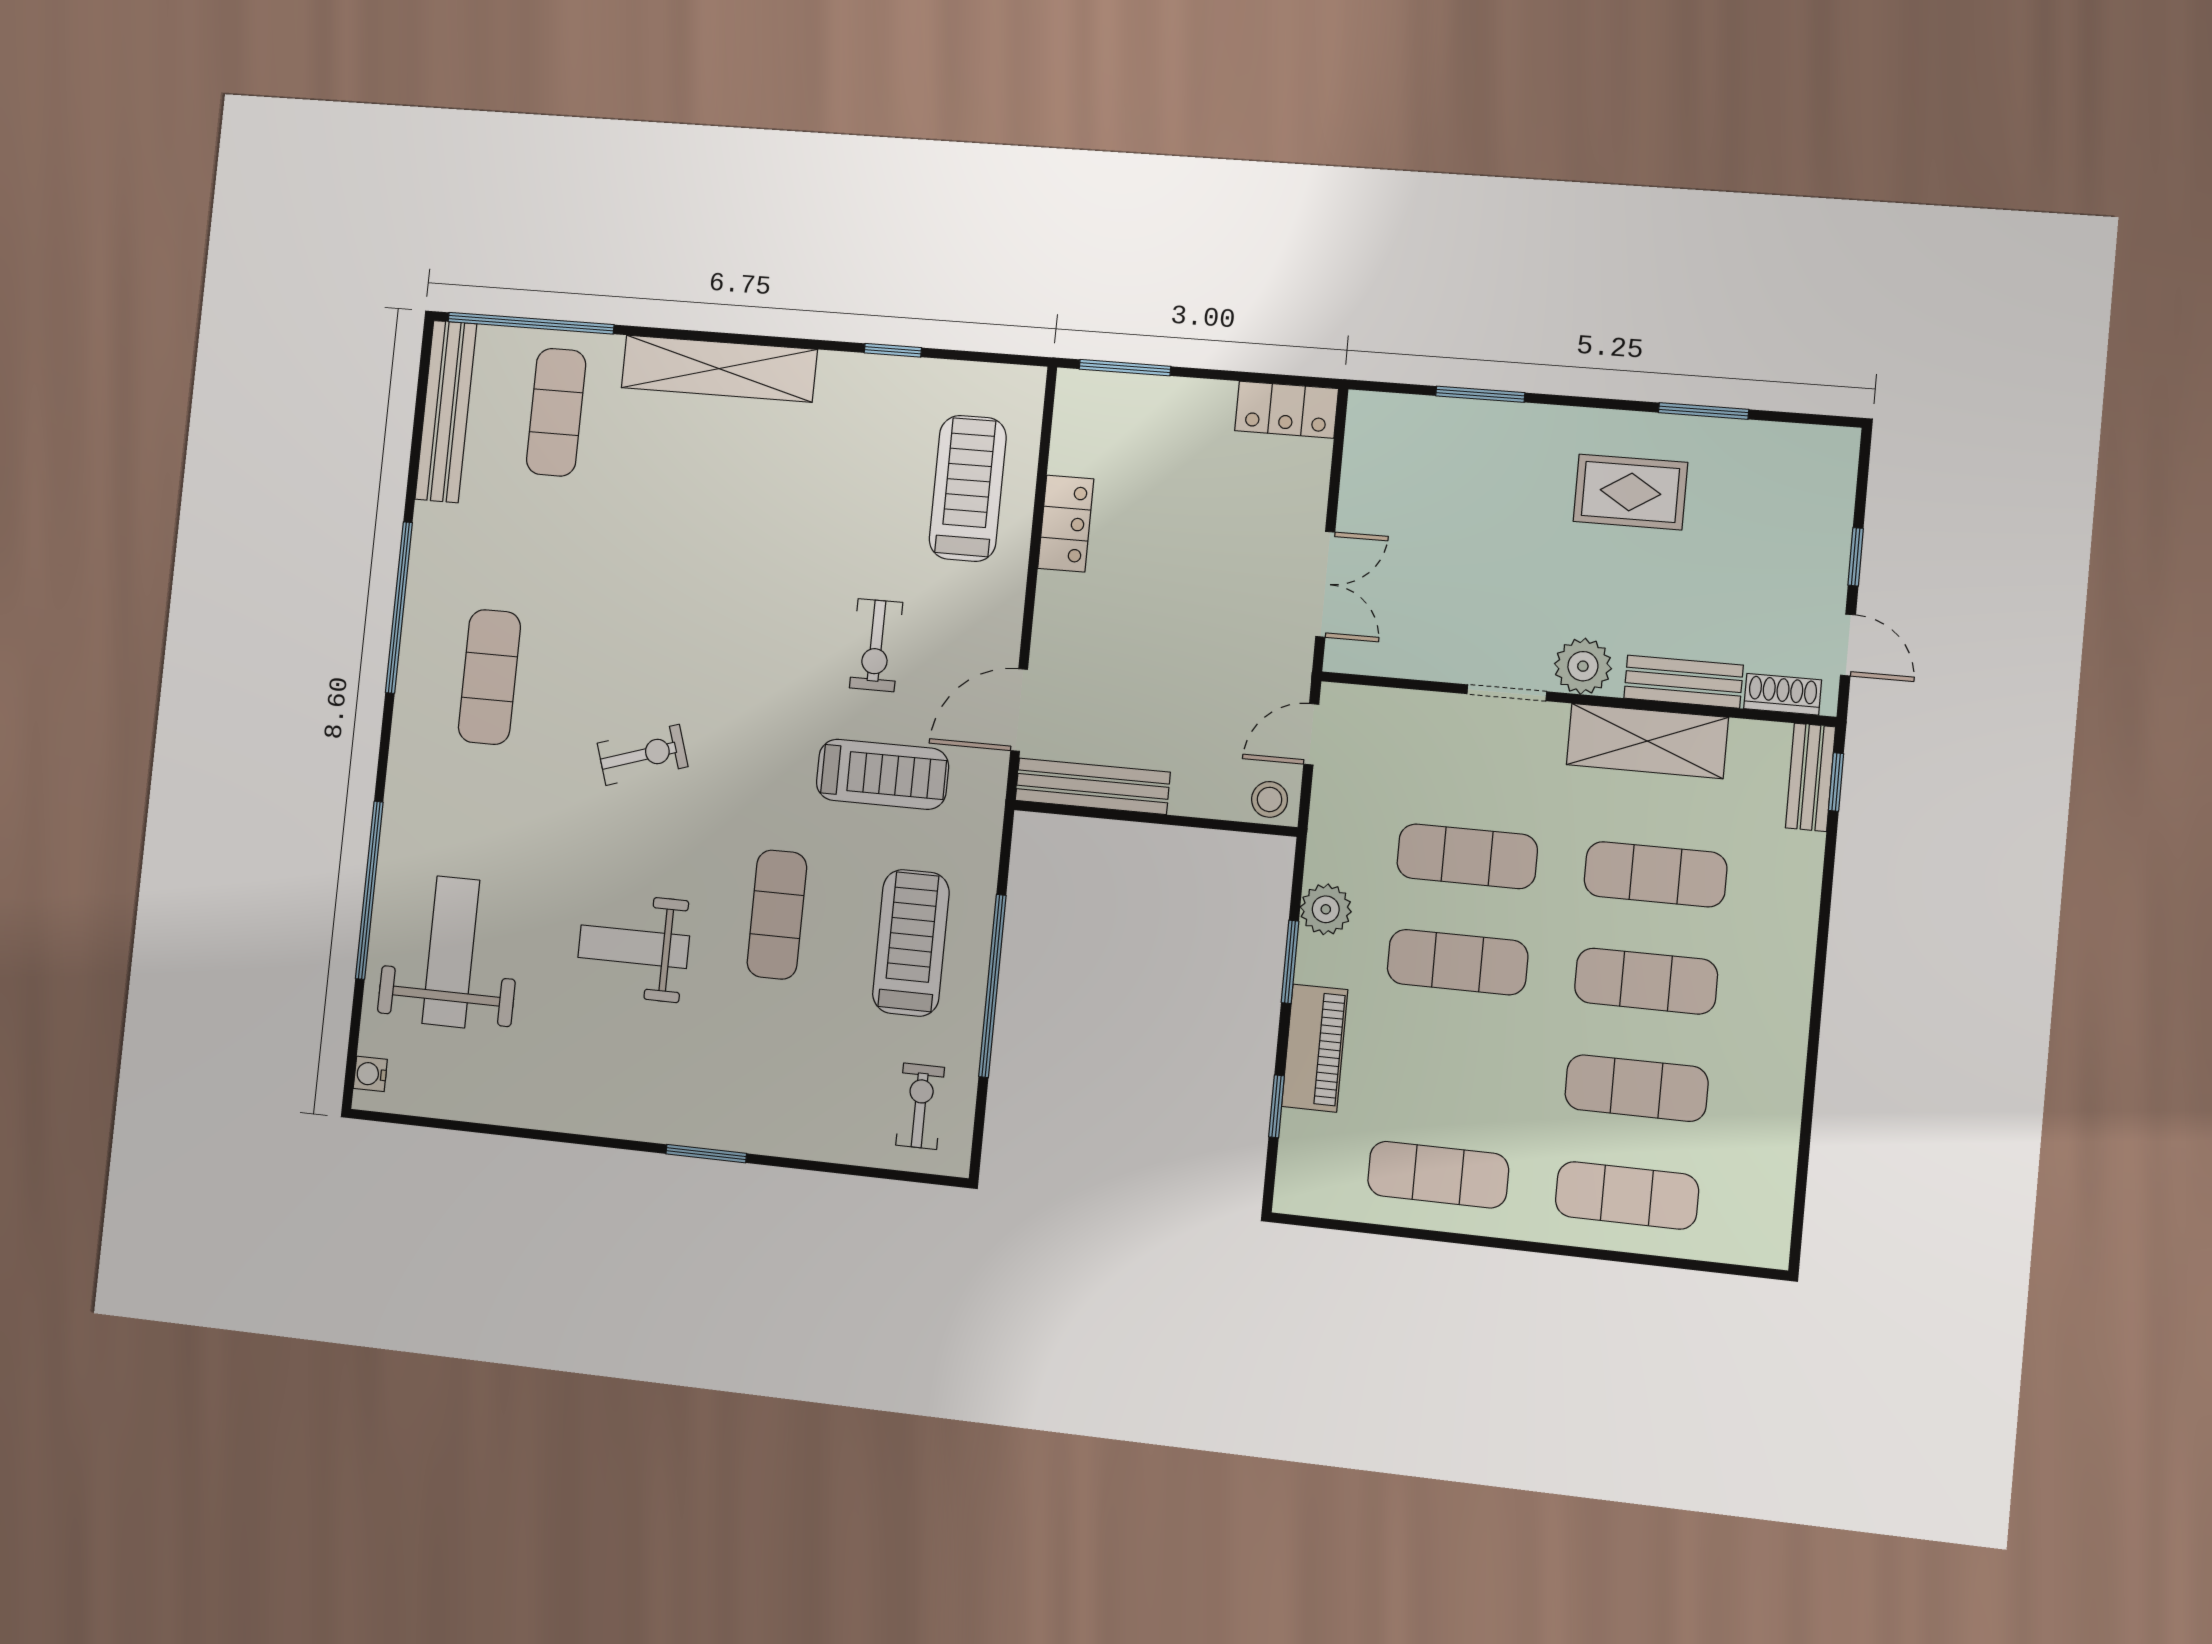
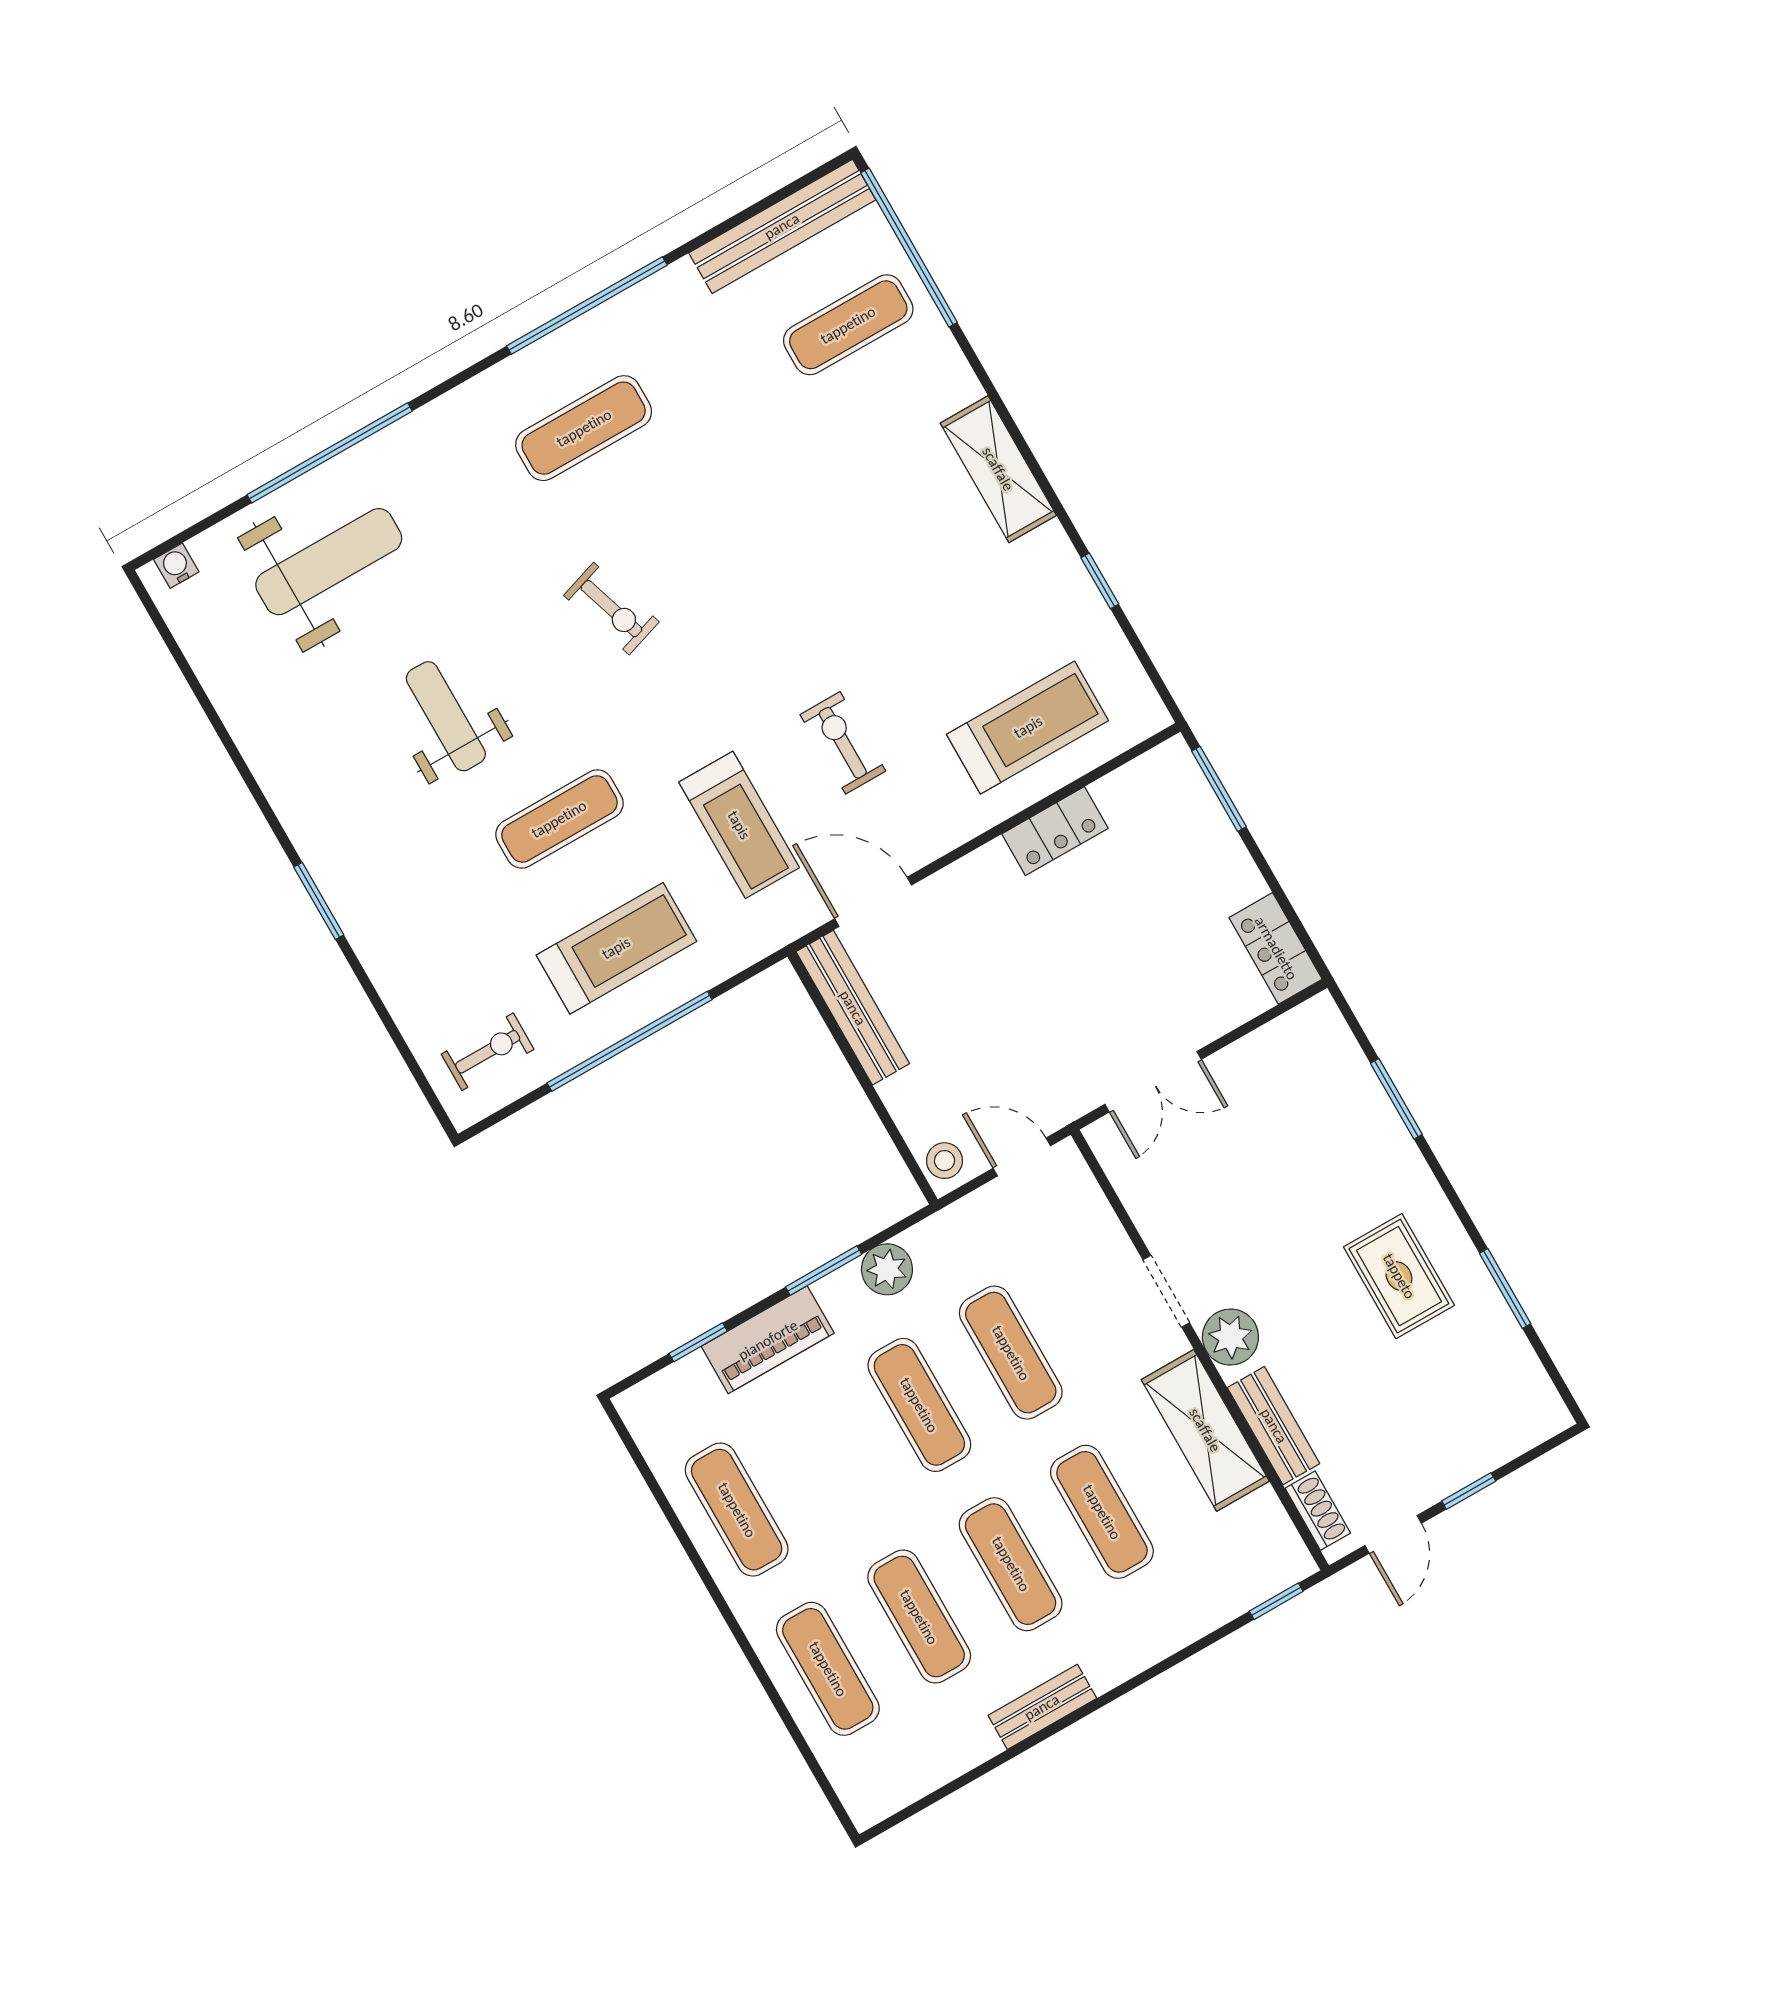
shelving: (719, 369) -> (998, 469), width x0.68
exercise bike: (876, 645) -> (843, 743), turned 90
bench: (1810, 777) -> (1042, 1707), moved

